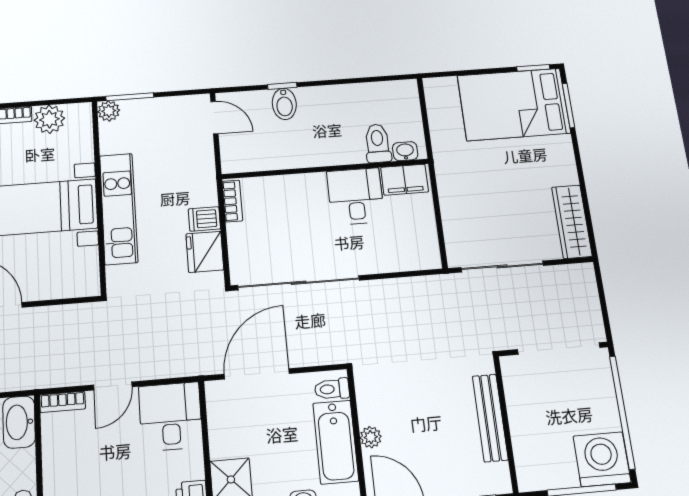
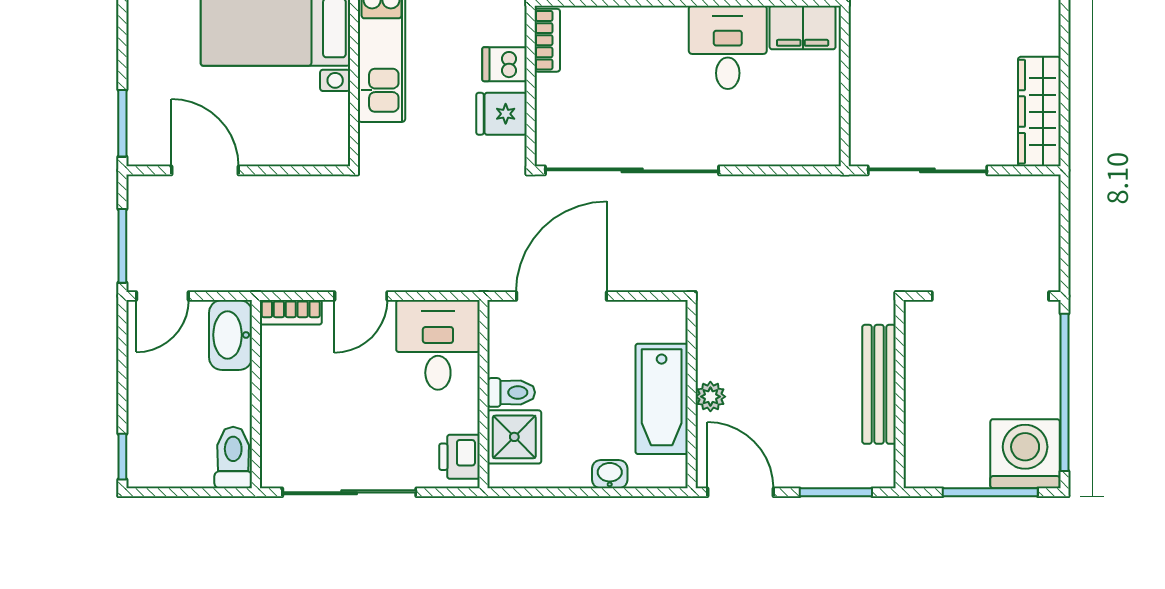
fridge: (205, 252) -> (502, 114), width x0.72
toilet: (332, 389) -> (511, 392), moved, turned 180

